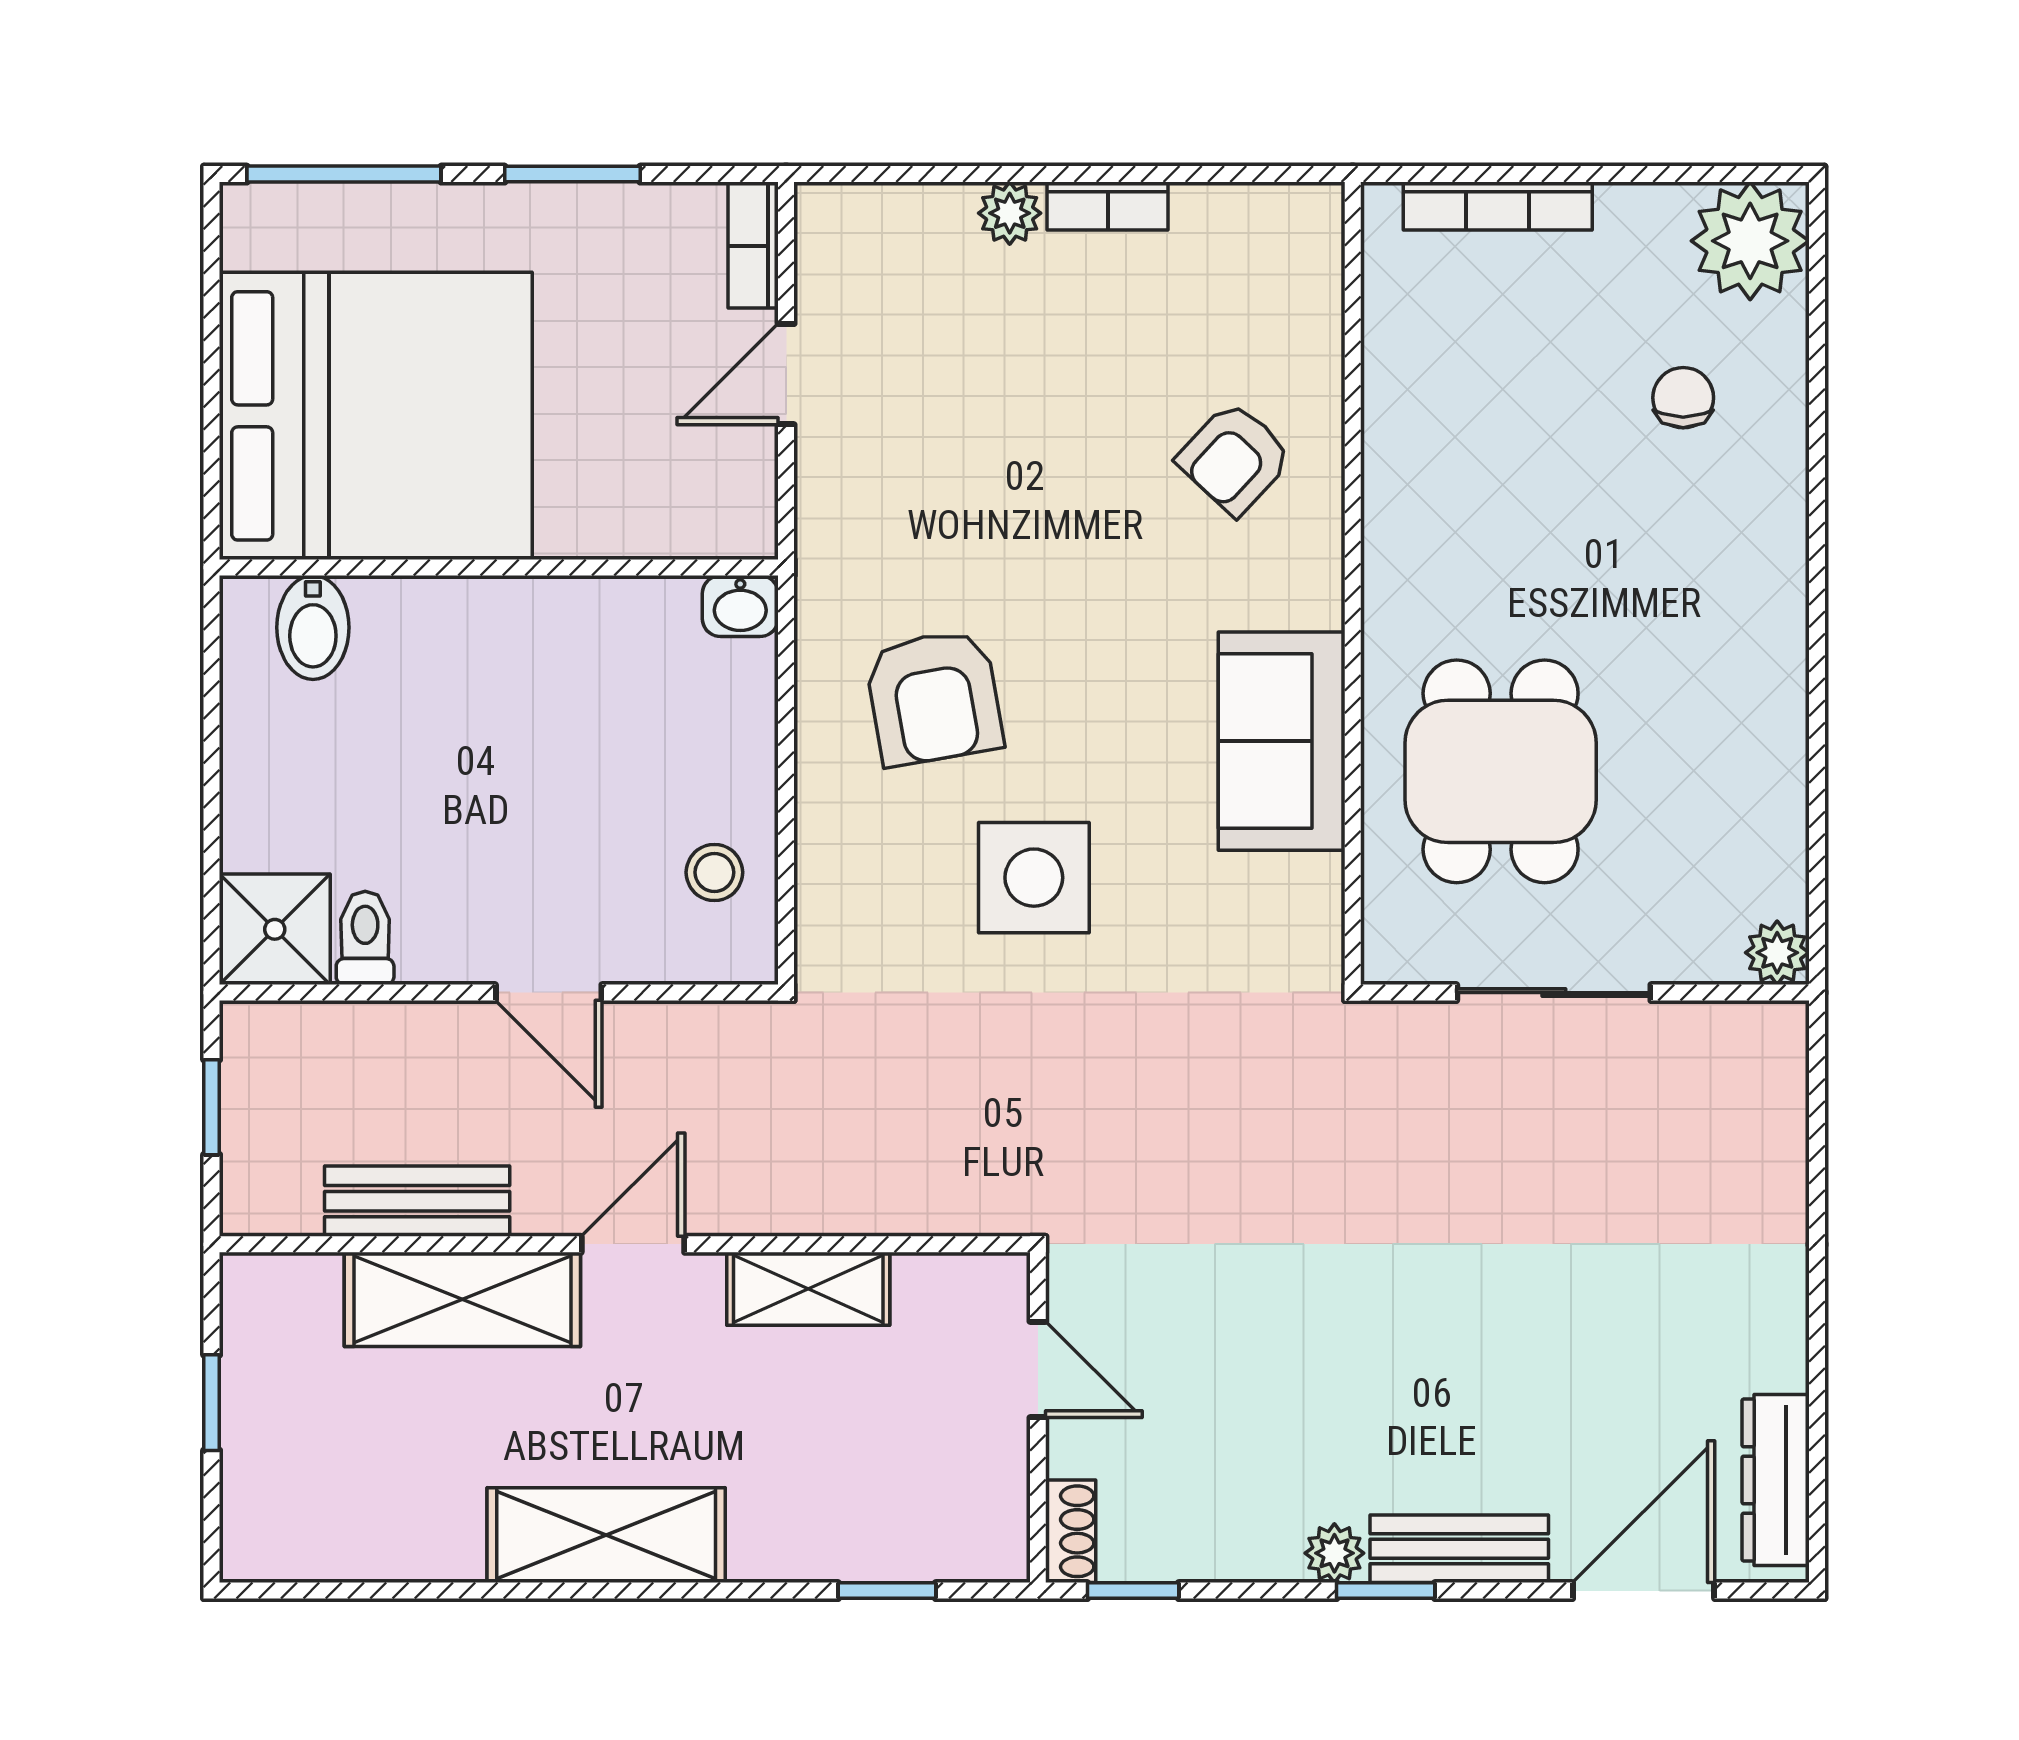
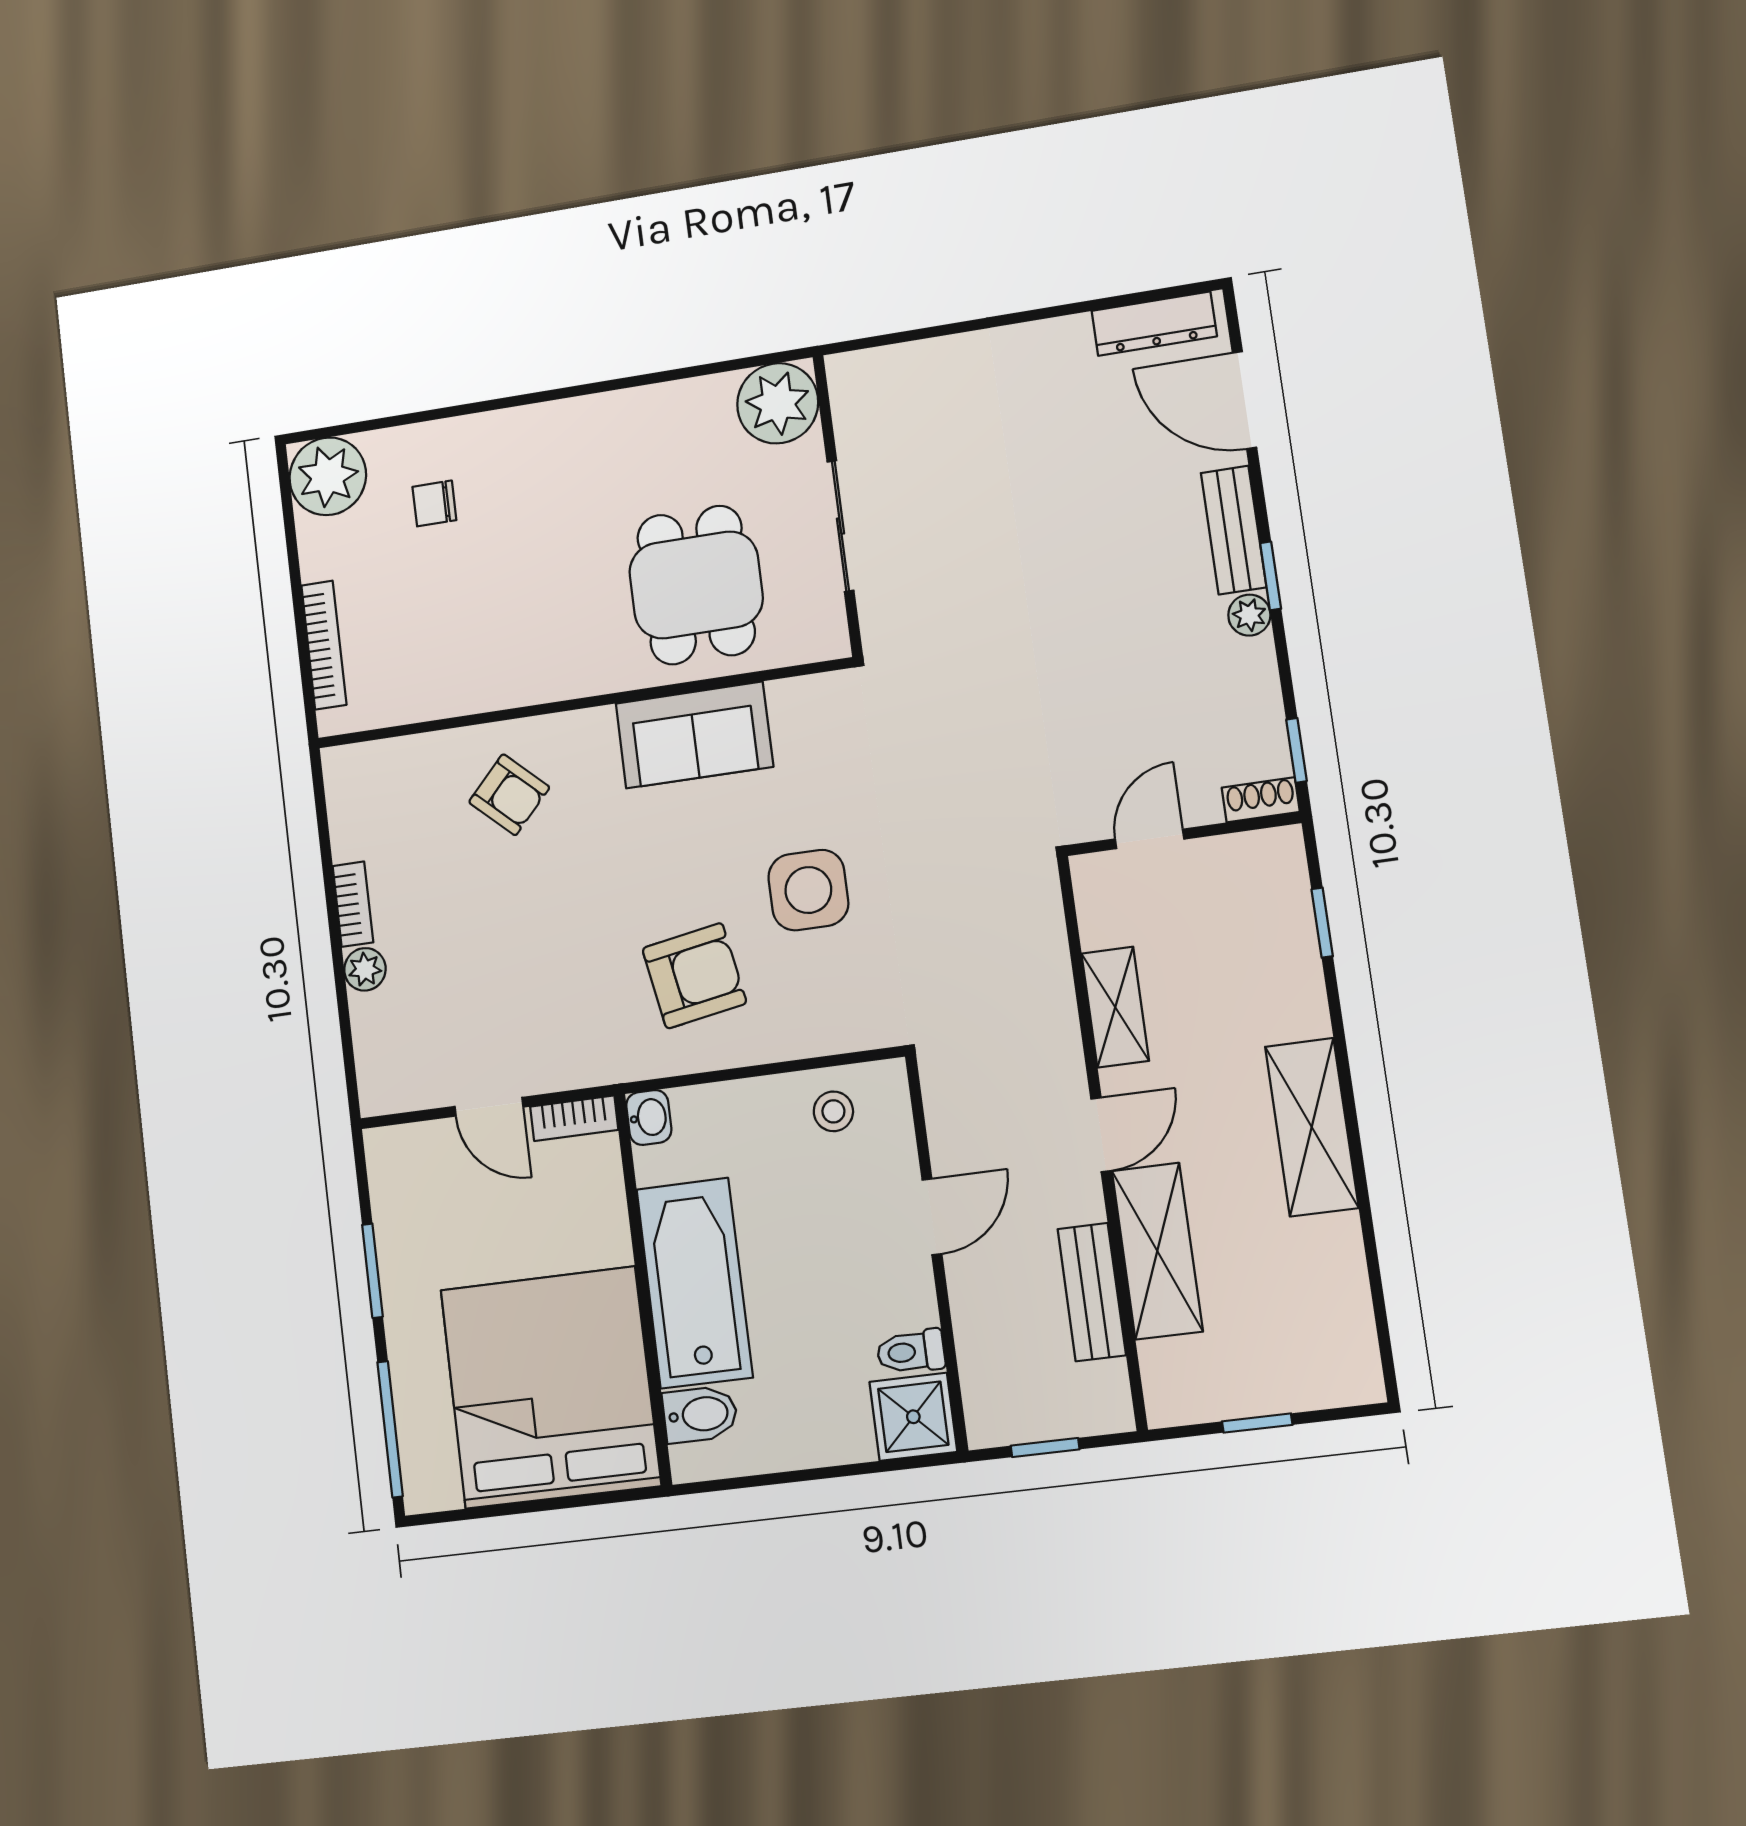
bookcase: (753, 246) -> (574, 1118), moved
bathtub: (498, 643) -> (694, 1283), added
dining table: (1501, 771) -> (696, 585), turned 90
plant: (1777, 953) -> (778, 403), width x1.87, depth x1.87
door: (633, 1244) -> (1101, 1135), swing flipped

